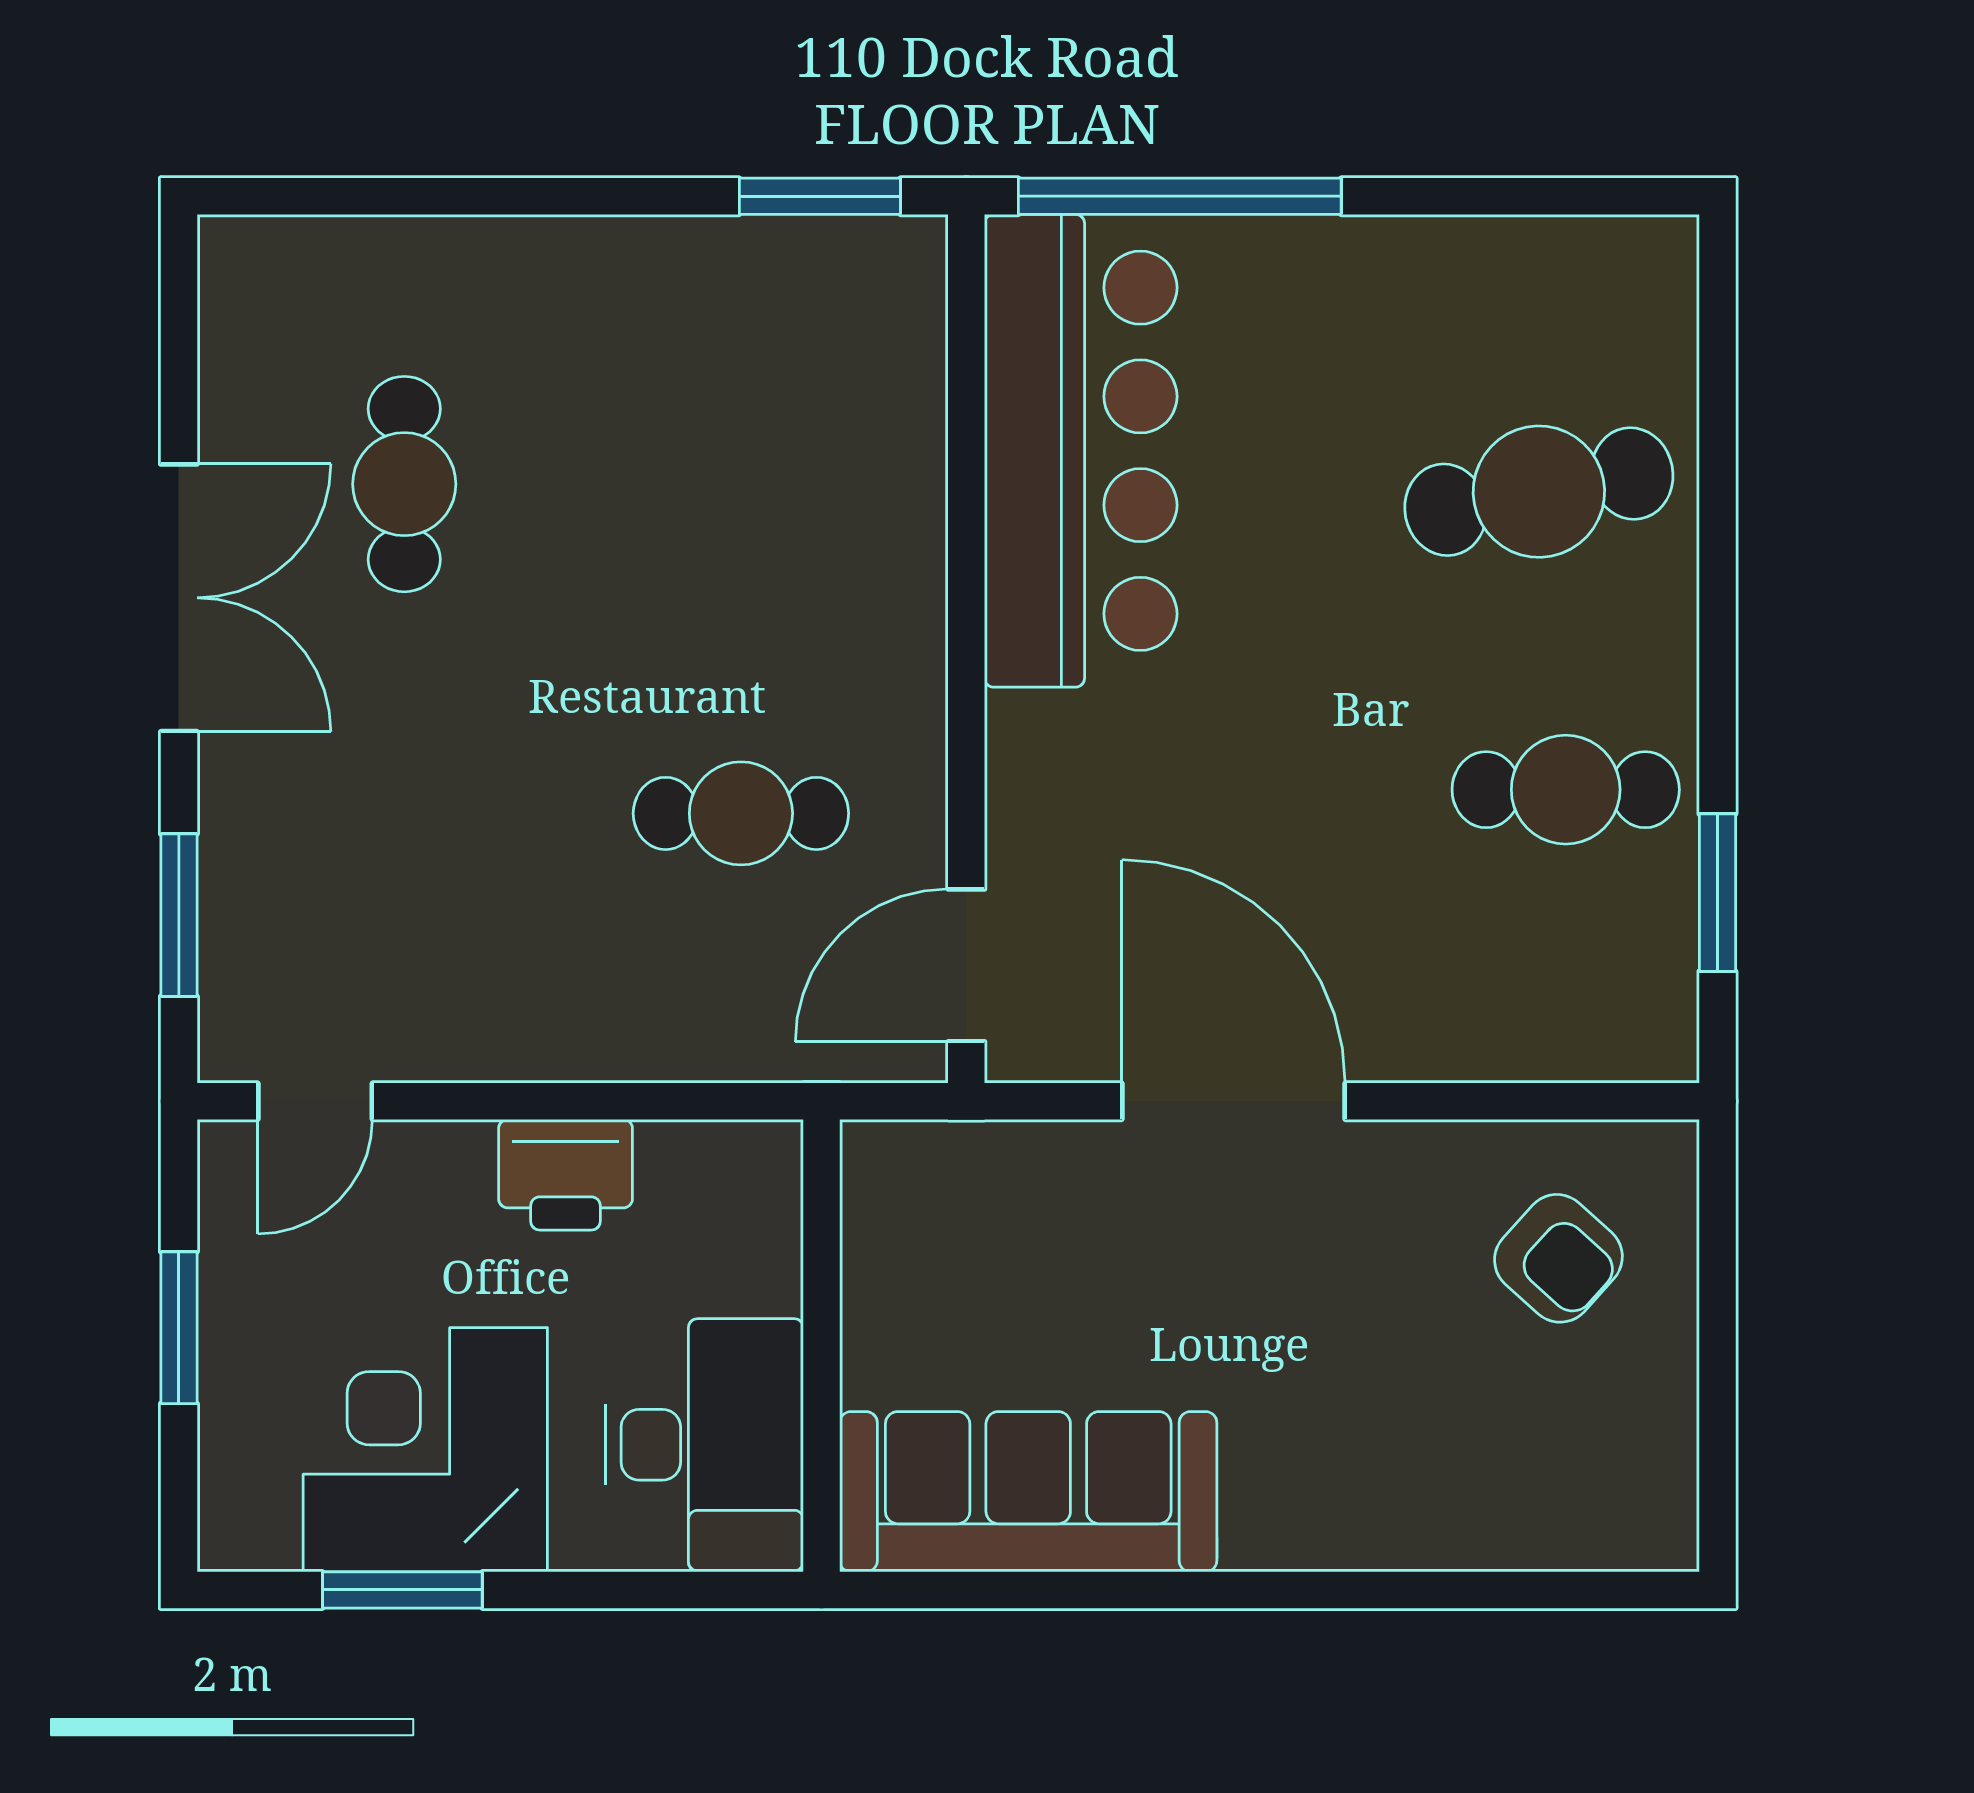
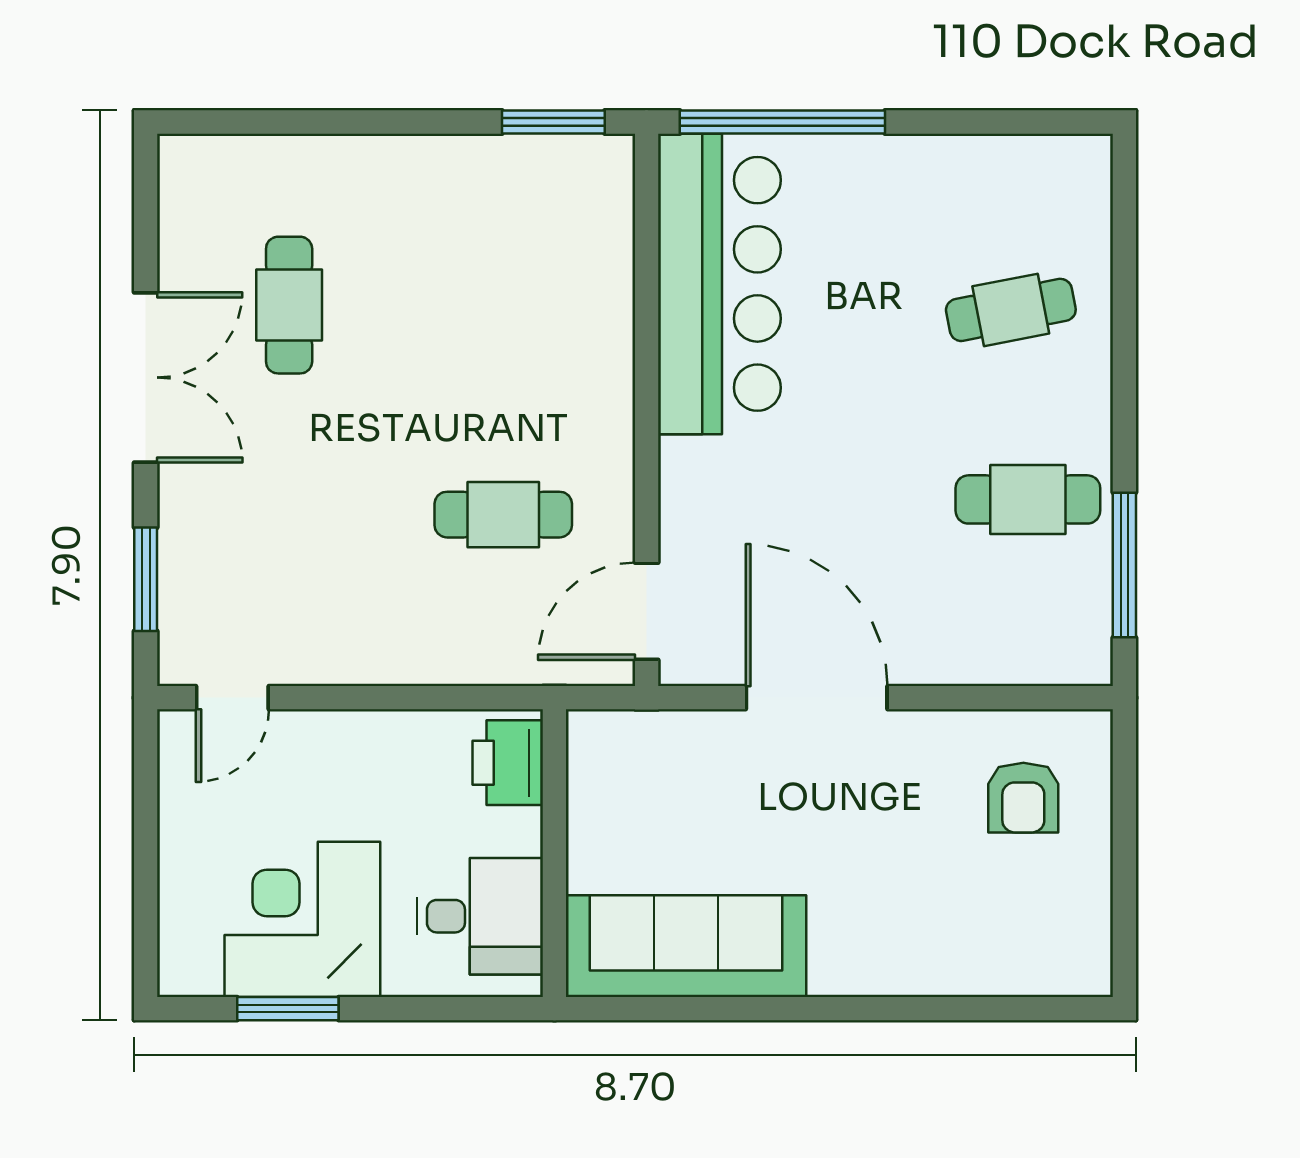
cafe table: (1539, 492) -> (1011, 310), width x0.73, depth x0.74
window: (1717, 893) -> (1124, 565), width x1.44
printer: (566, 1175) -> (508, 763), moved, turned 90
armchair: (1558, 1258) -> (1023, 798), turned 48
window: (179, 1328) -> (146, 842), removed
desk: (704, 1445) -> (480, 916), width x0.73

